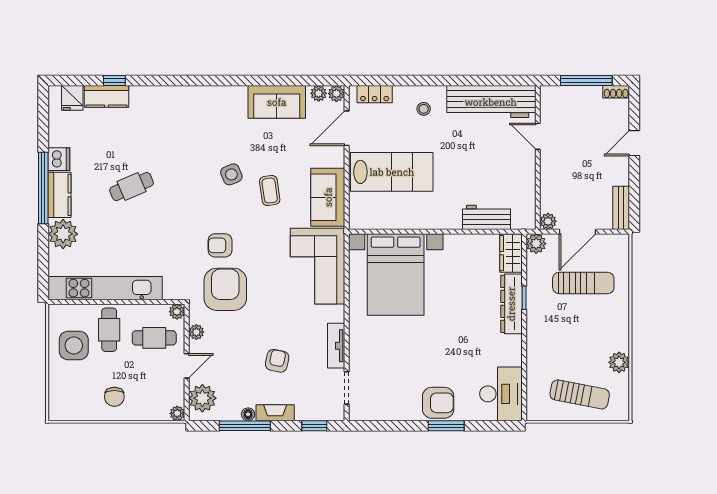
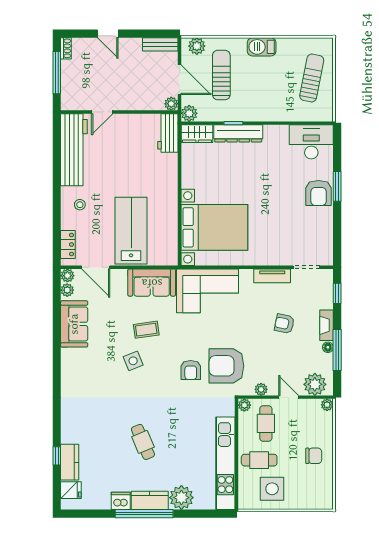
workbench: (487, 217) -> (168, 133), moved
barbecue: (618, 333) -> (262, 47), added
plant: (619, 362) -> (197, 46), moved
armchair: (438, 403) -> (319, 193), turned 180

